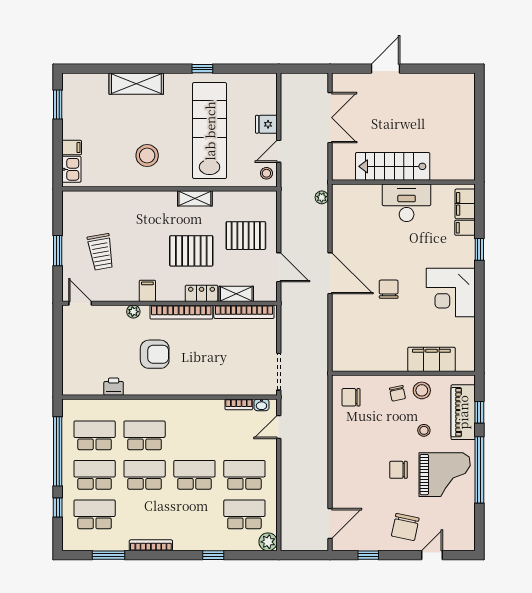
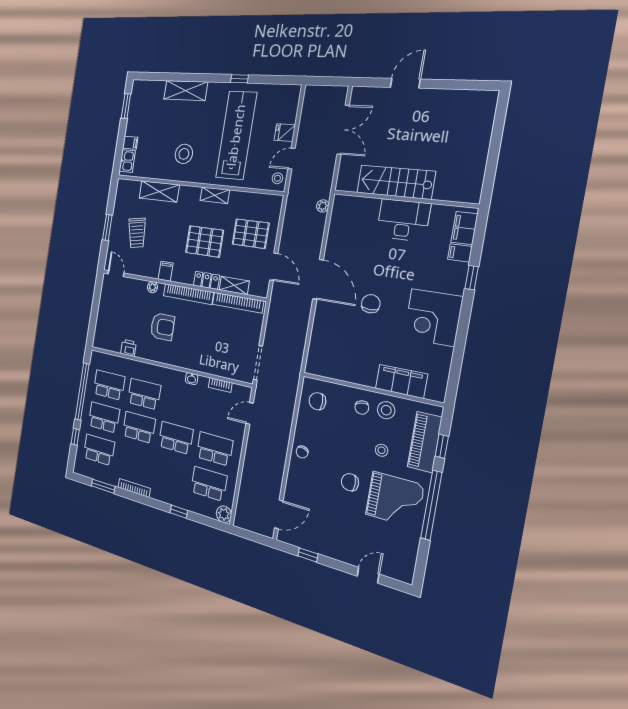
shelving: (122, 201) -> (159, 191), added
washbasin: (261, 405) -> (192, 379), moved
chair: (405, 527) -> (302, 452), moved, width x0.54, depth x0.54

